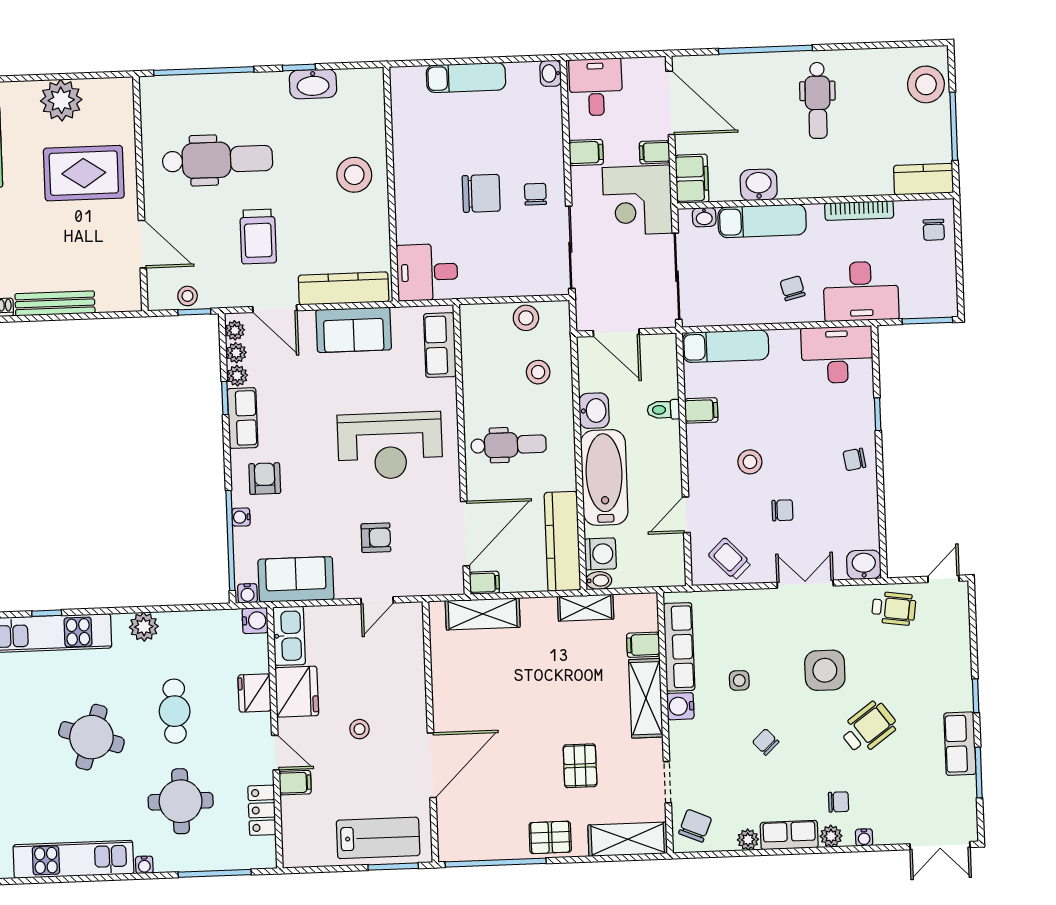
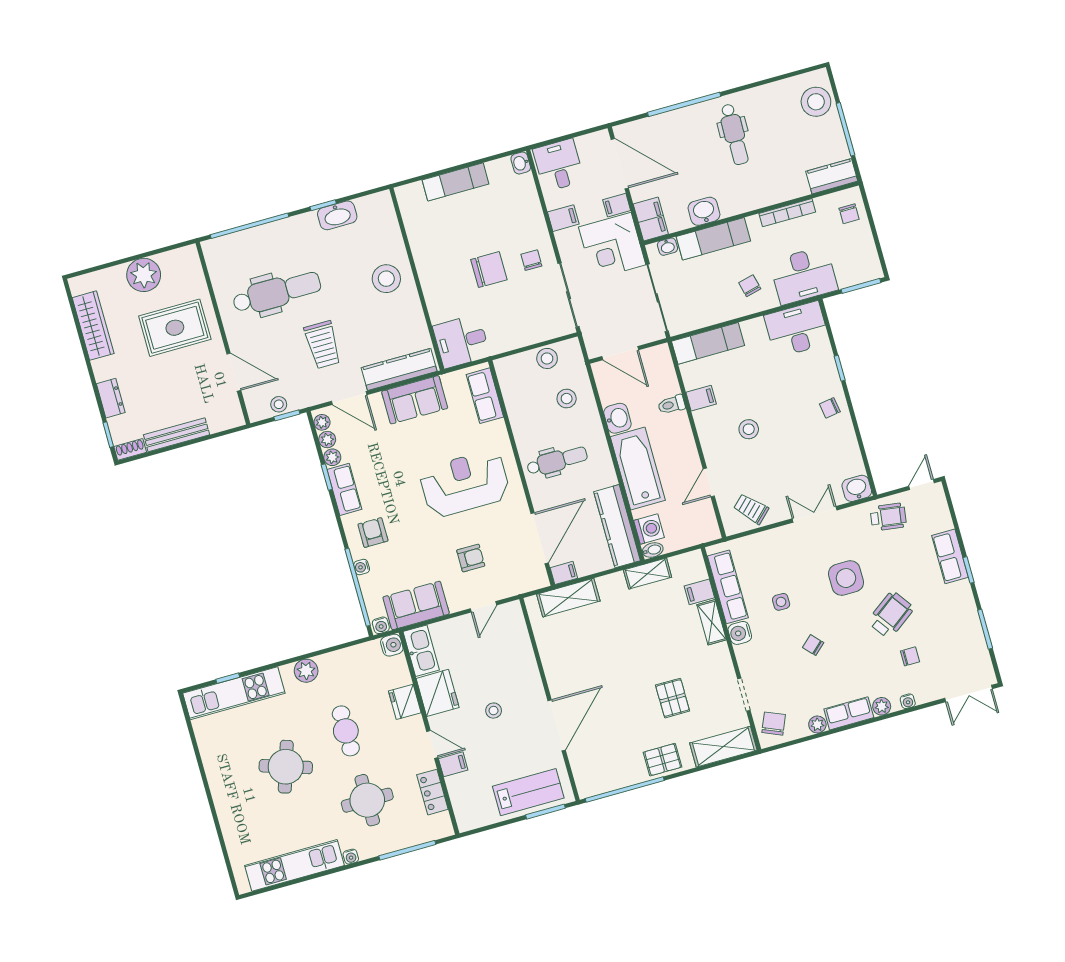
reception desk: (390, 446) -> (465, 484), turned 180
chair: (782, 510) -> (783, 461), removed
shelving: (646, 698) -> (712, 622), width x0.67, depth x0.75
row of seats: (960, 744) -> (950, 556), moved
chair: (839, 802) -> (910, 656), moved

